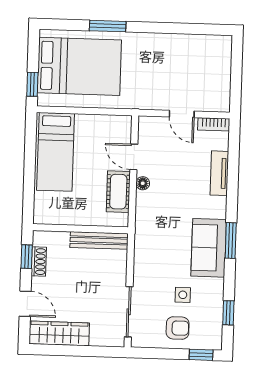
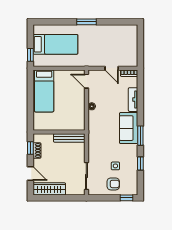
window: (108, 26) -> (87, 22), moved
bed: (79, 66) -> (55, 44), width x0.67
door: (134, 157) -> (86, 81), moved
cot: (118, 192) -> (79, 111), removed
sofa: (209, 248) -> (129, 128), moved
window: (228, 313) -> (140, 164), moved

